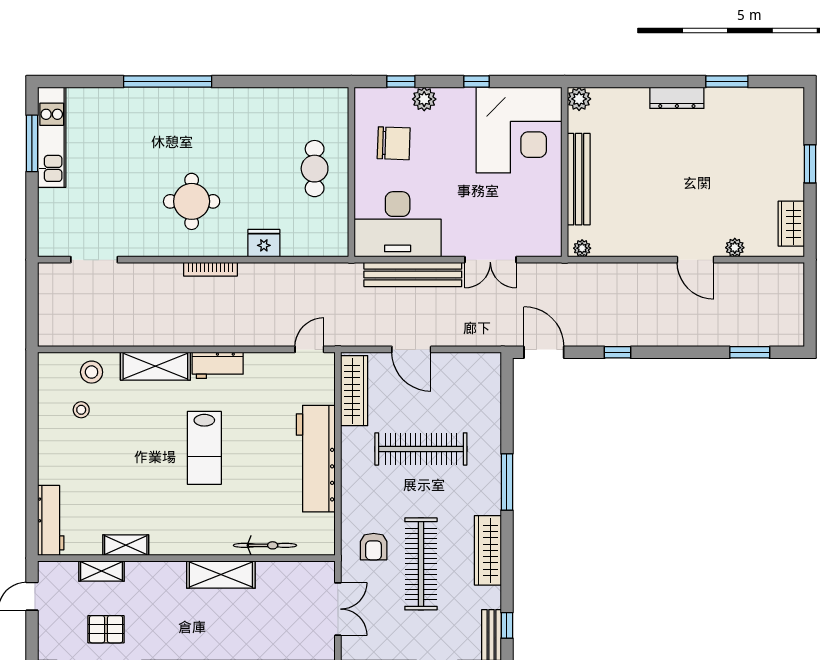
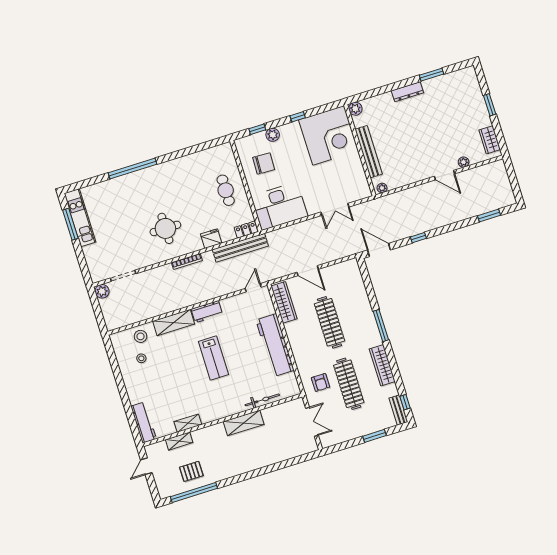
locker: (328, 247) -> (246, 230), added
bench: (413, 274) -> (240, 248), moved
plant: (50, 275) -> (102, 291), added
clothes rail: (421, 449) -> (329, 322), turned 90

